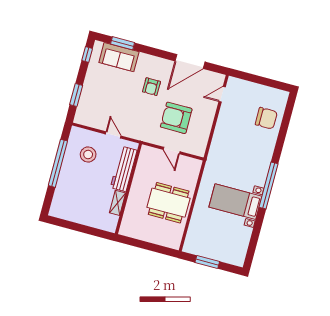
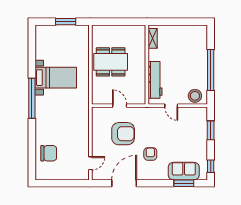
chair: (266, 118) -> (49, 153), turned 180
stool: (88, 155) -> (195, 96), moved
shelving: (118, 203) -> (153, 38), moved

